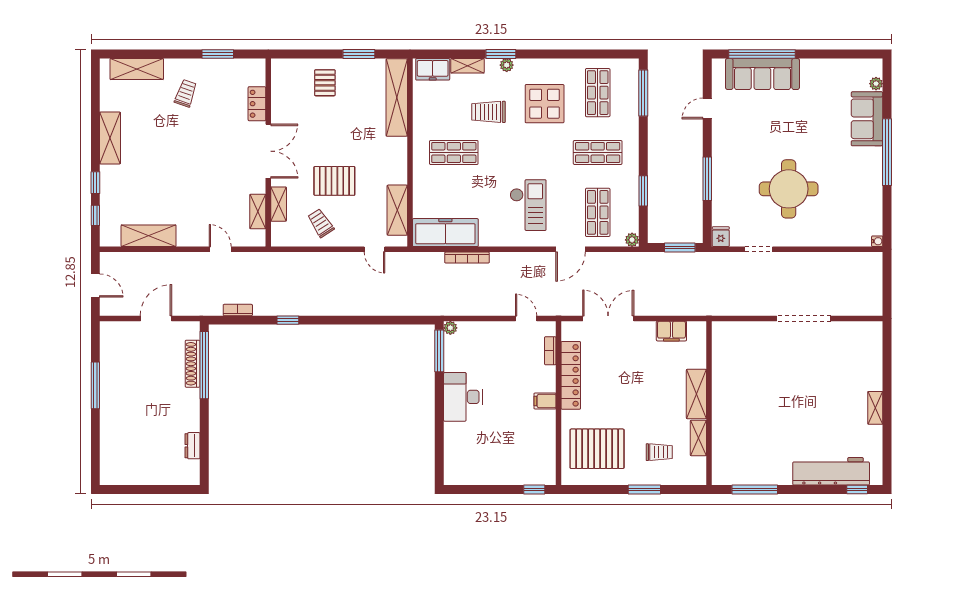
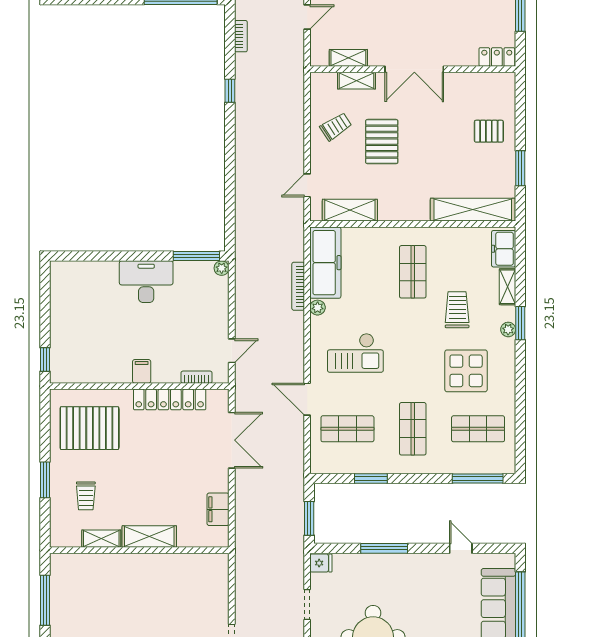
locker: (257, 104) -> (497, 57), moved
plant: (632, 240) -> (318, 308), moved
pallet: (597, 449) -> (90, 428), turned 90

